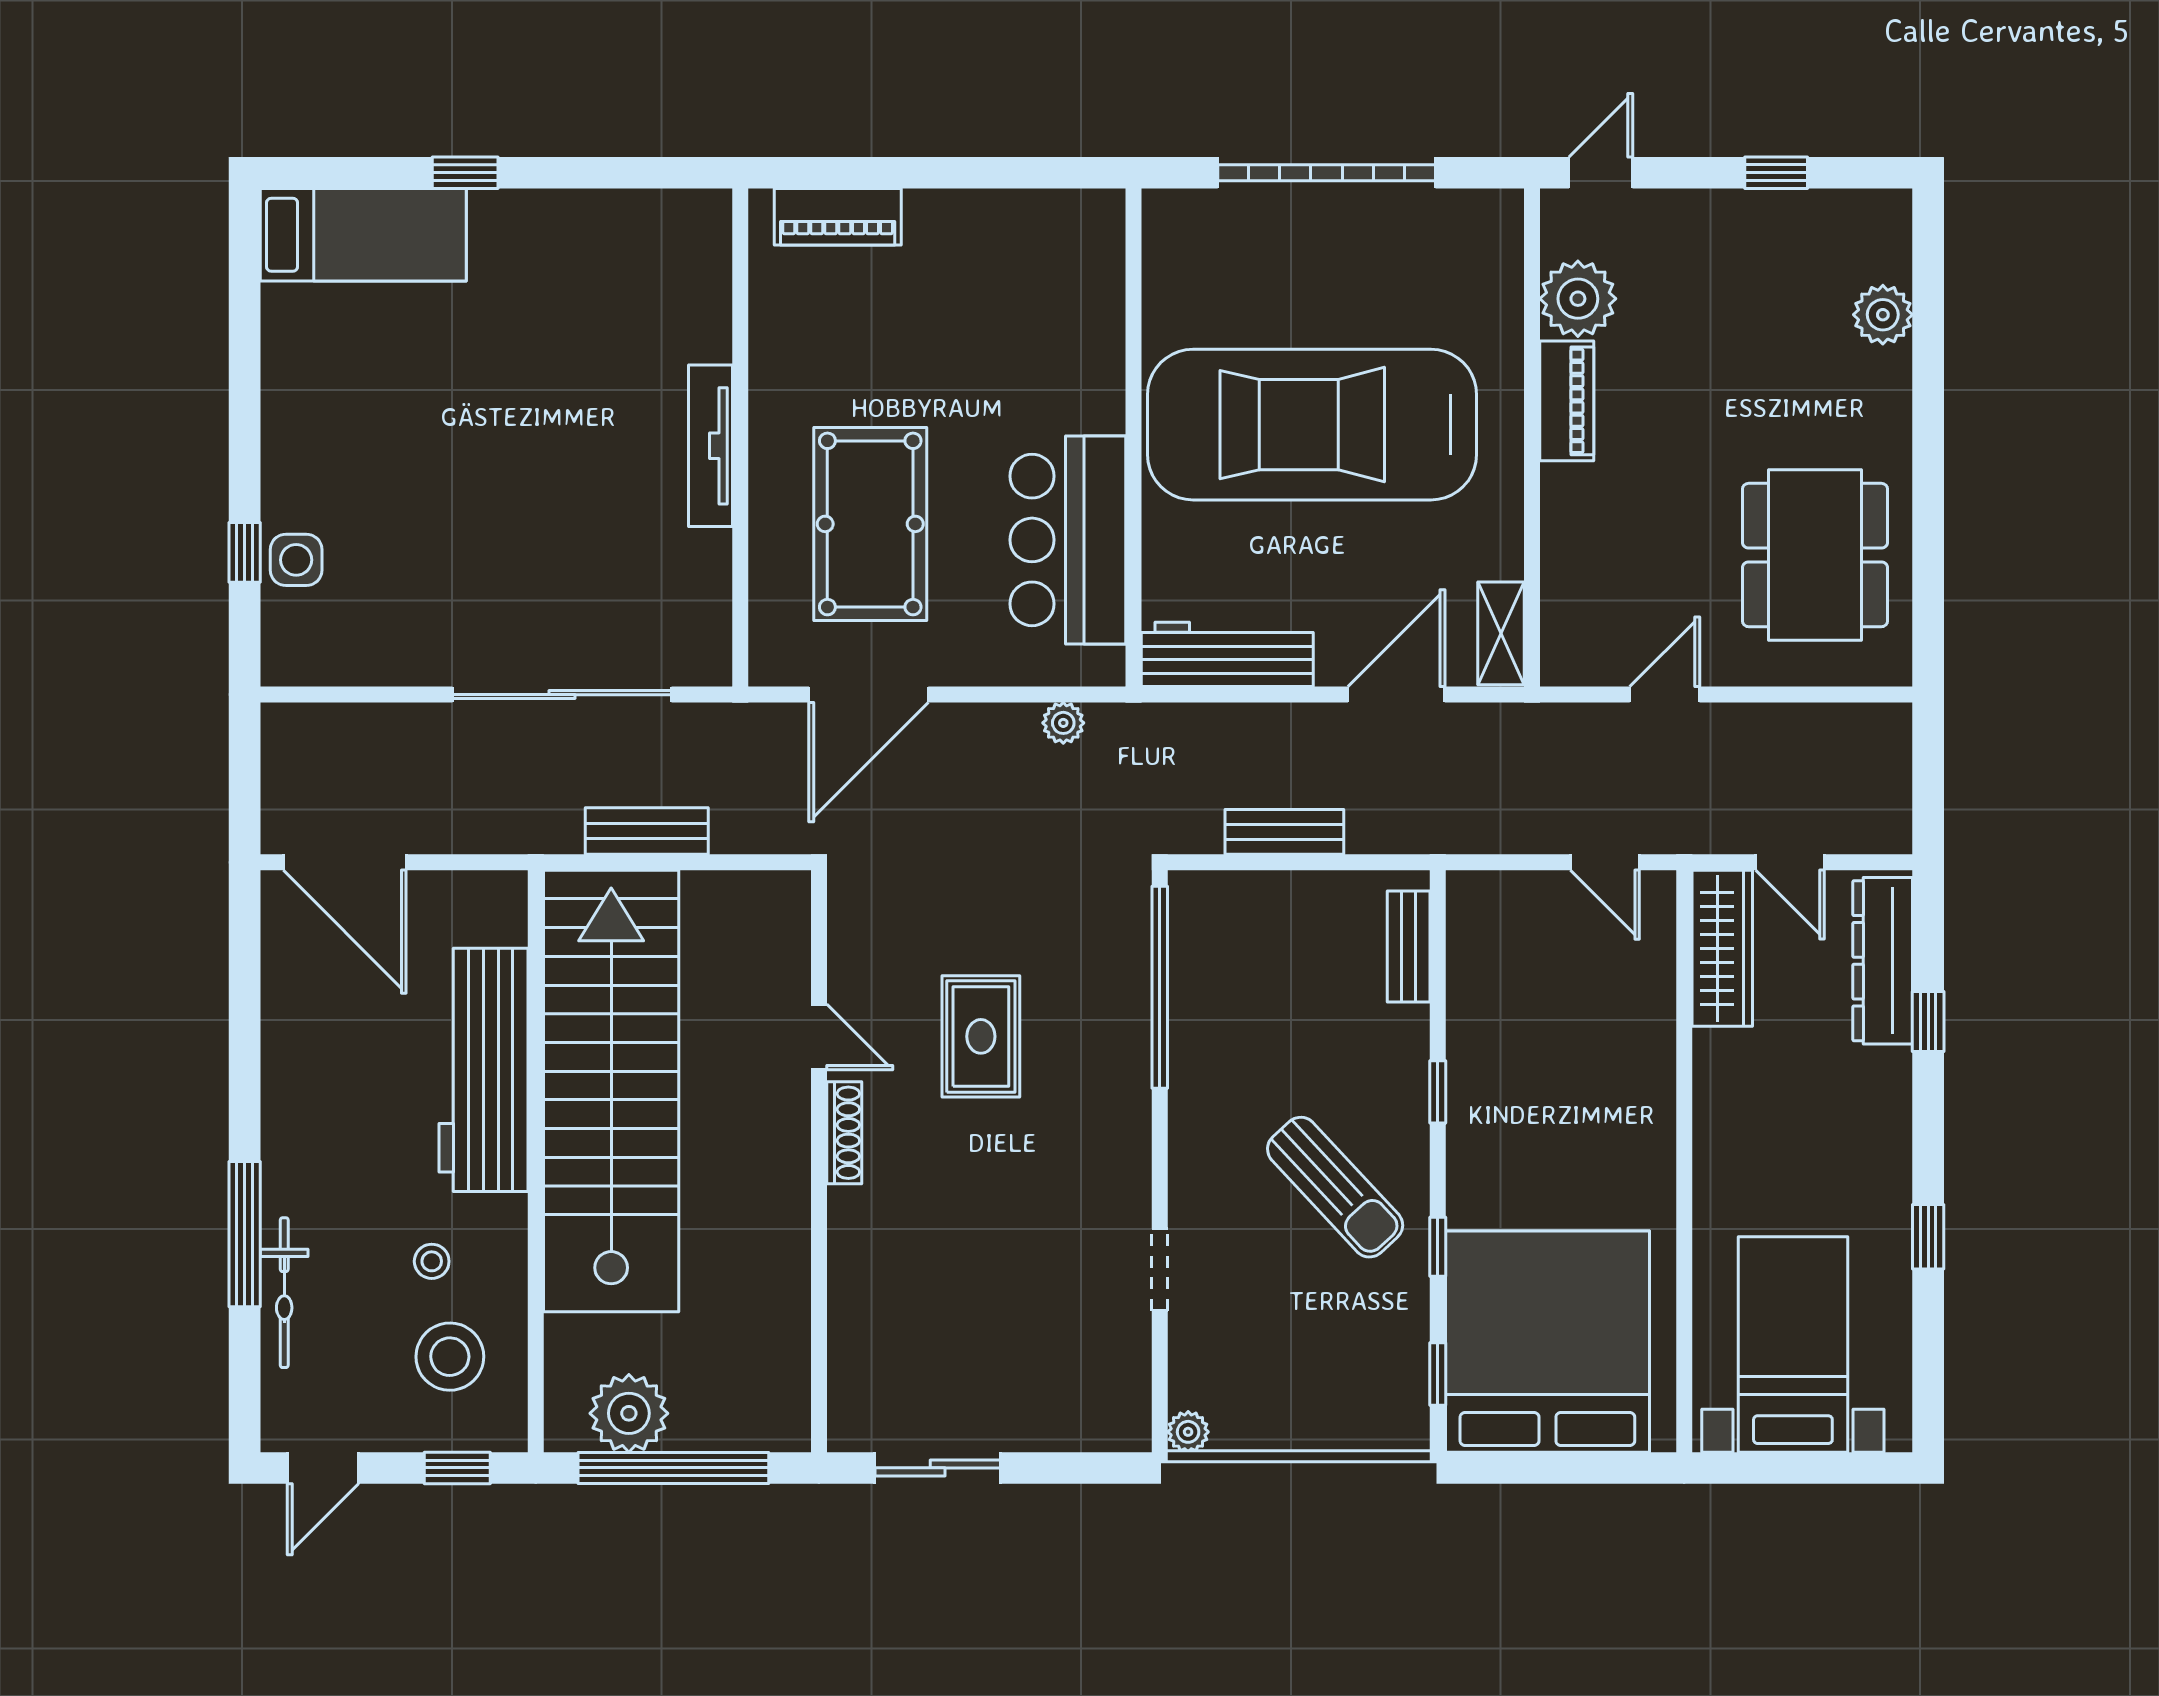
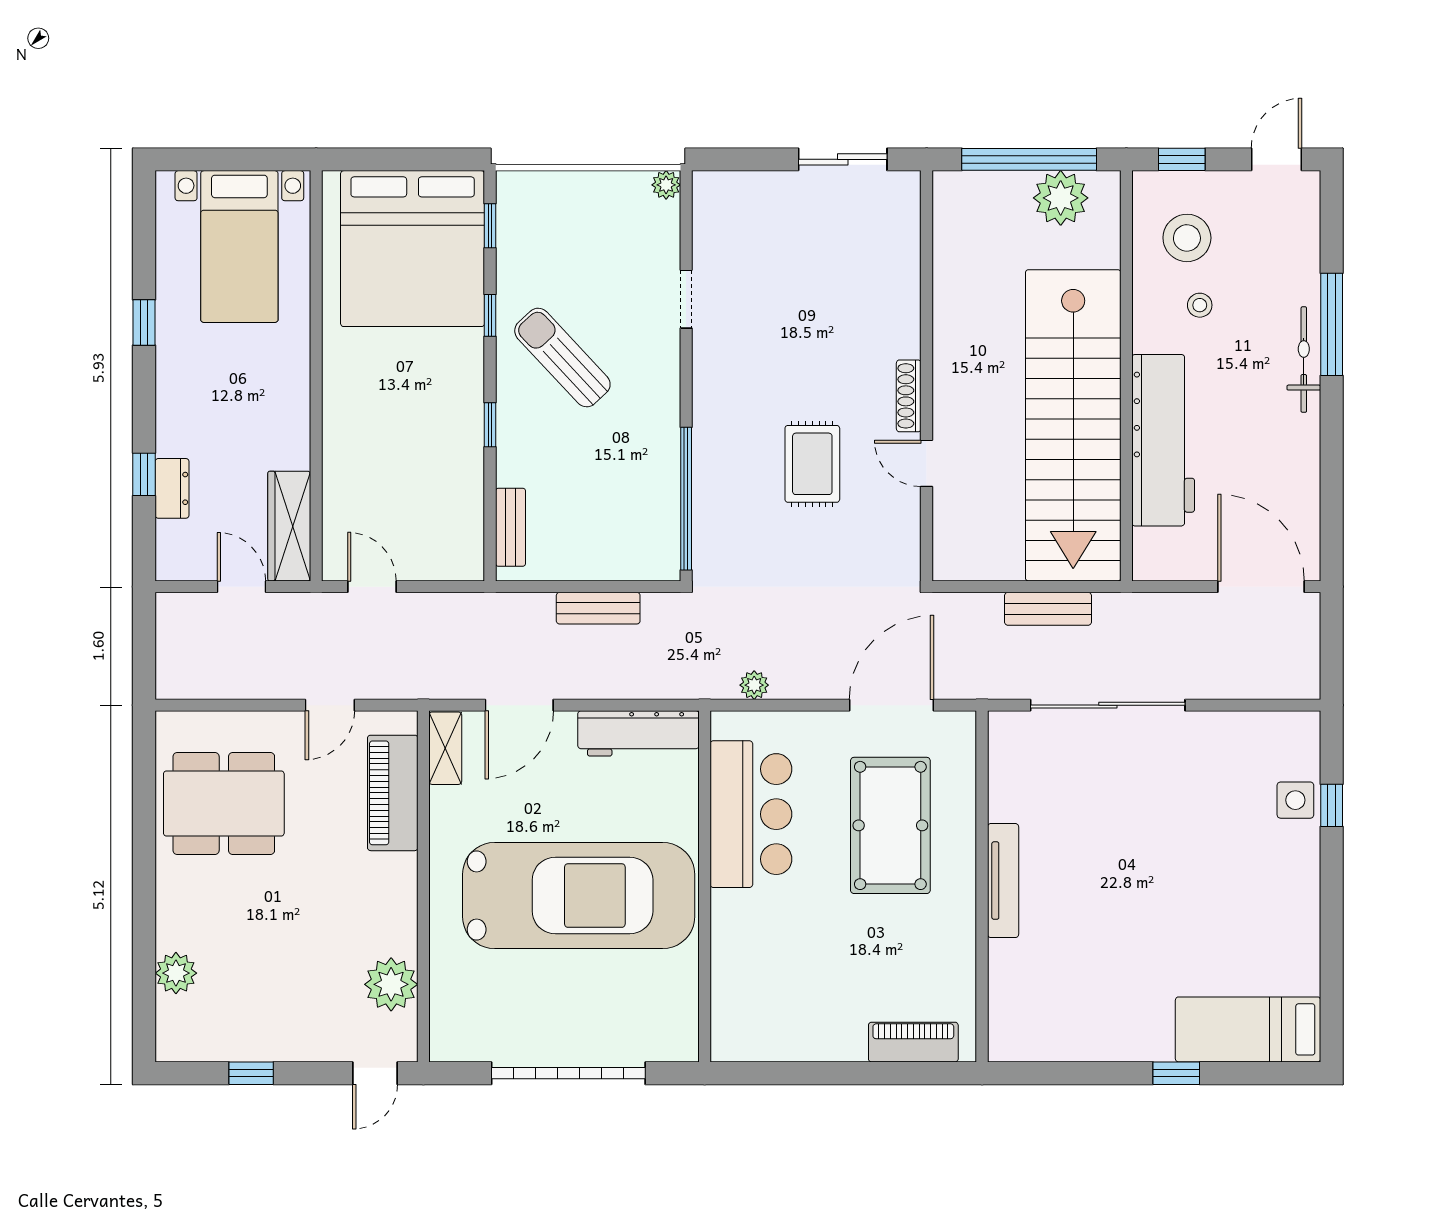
piano: (1567, 401) -> (393, 793), moved, width x1.37, depth x1.33
dining table: (1815, 555) -> (224, 803), turned 90
dresser: (1883, 961) -> (172, 488), width x0.51, depth x0.80
bicycle: (284, 1293) -> (1304, 360), moved

